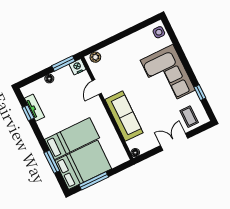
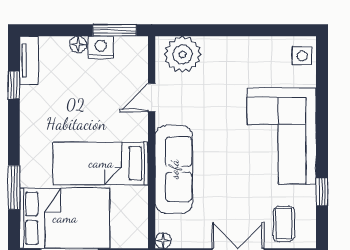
plant: (95, 57) -> (182, 54), width x1.88, depth x1.88
nightstand: (77, 67) -> (101, 47), moved
tv unit: (34, 108) -> (29, 61), moved
bed: (72, 139) -> (101, 163), moved, turned 180

